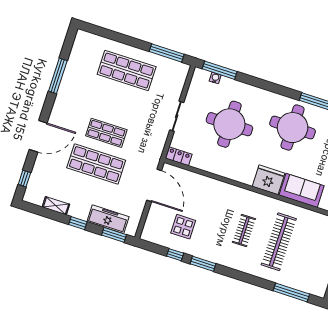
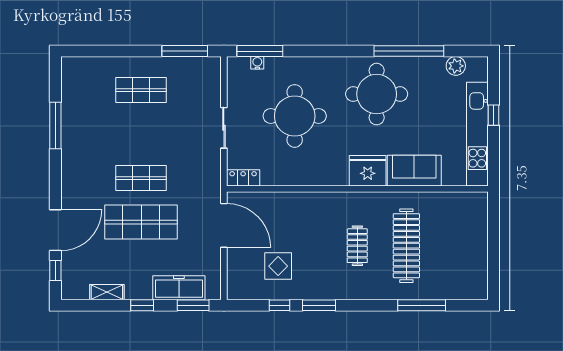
shop shelf: (127, 71) -> (141, 90), width x0.70, depth x0.74
door: (38, 136) -> (55, 230), moved
window: (291, 292) -> (422, 305), moved

